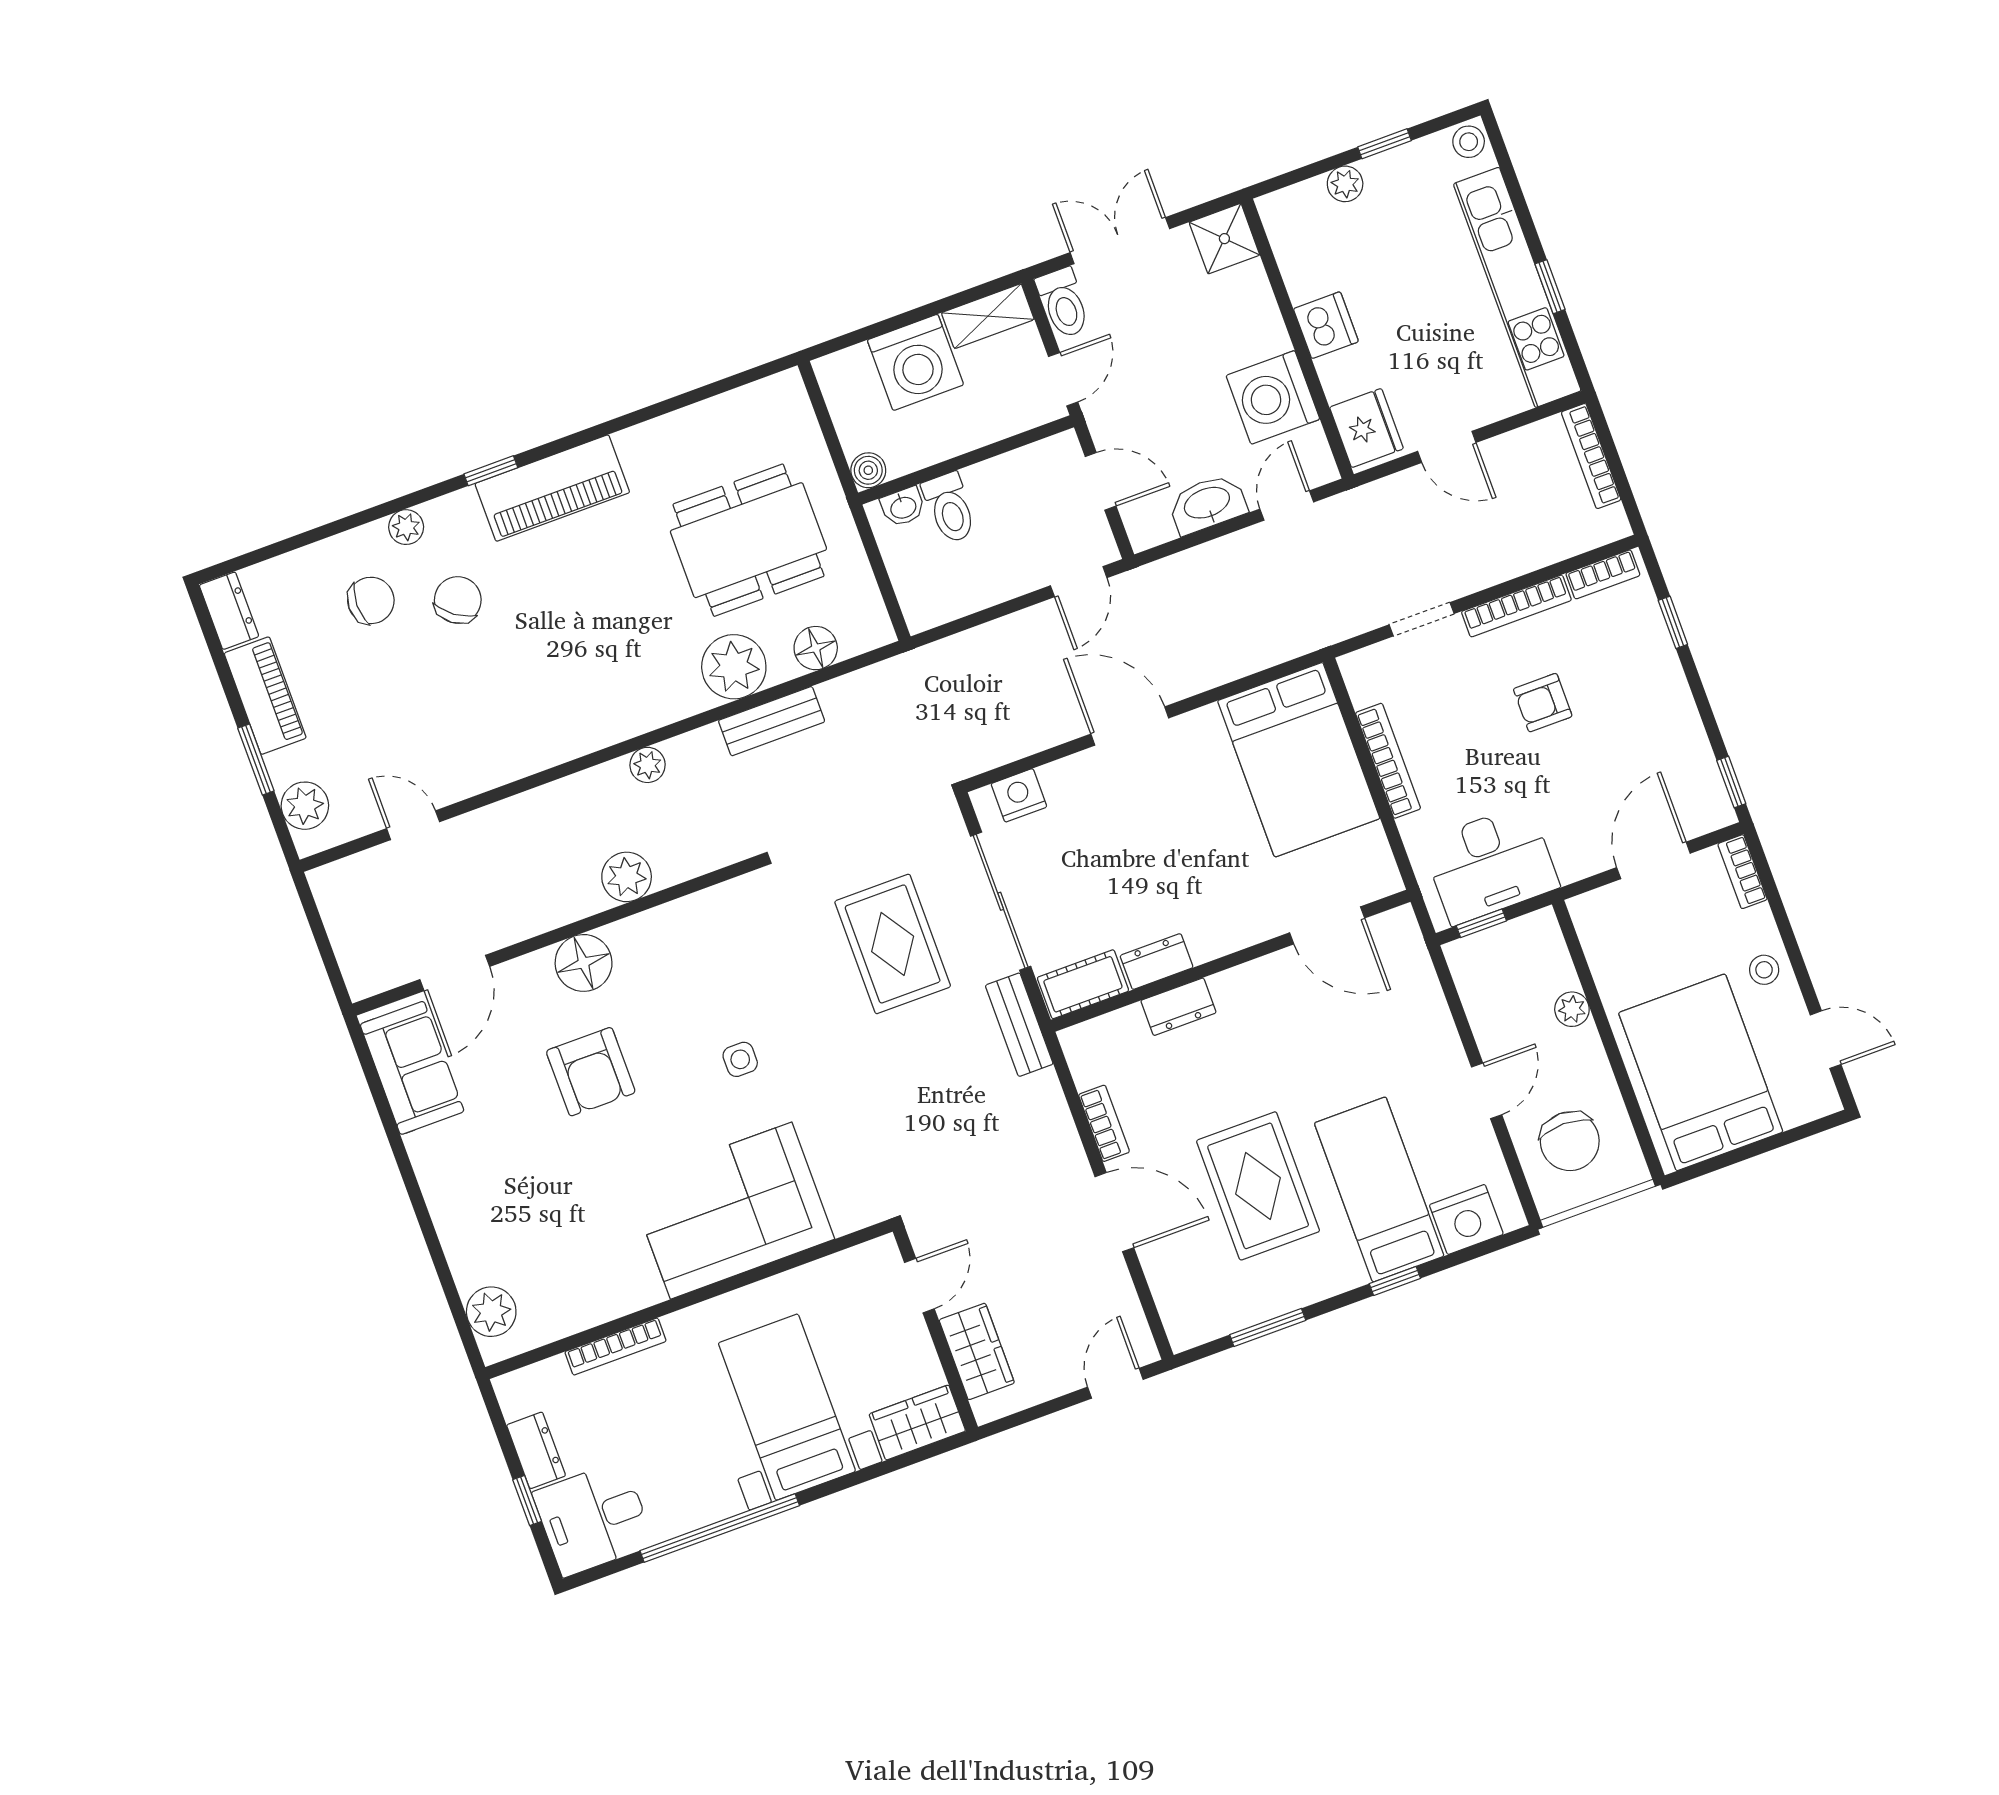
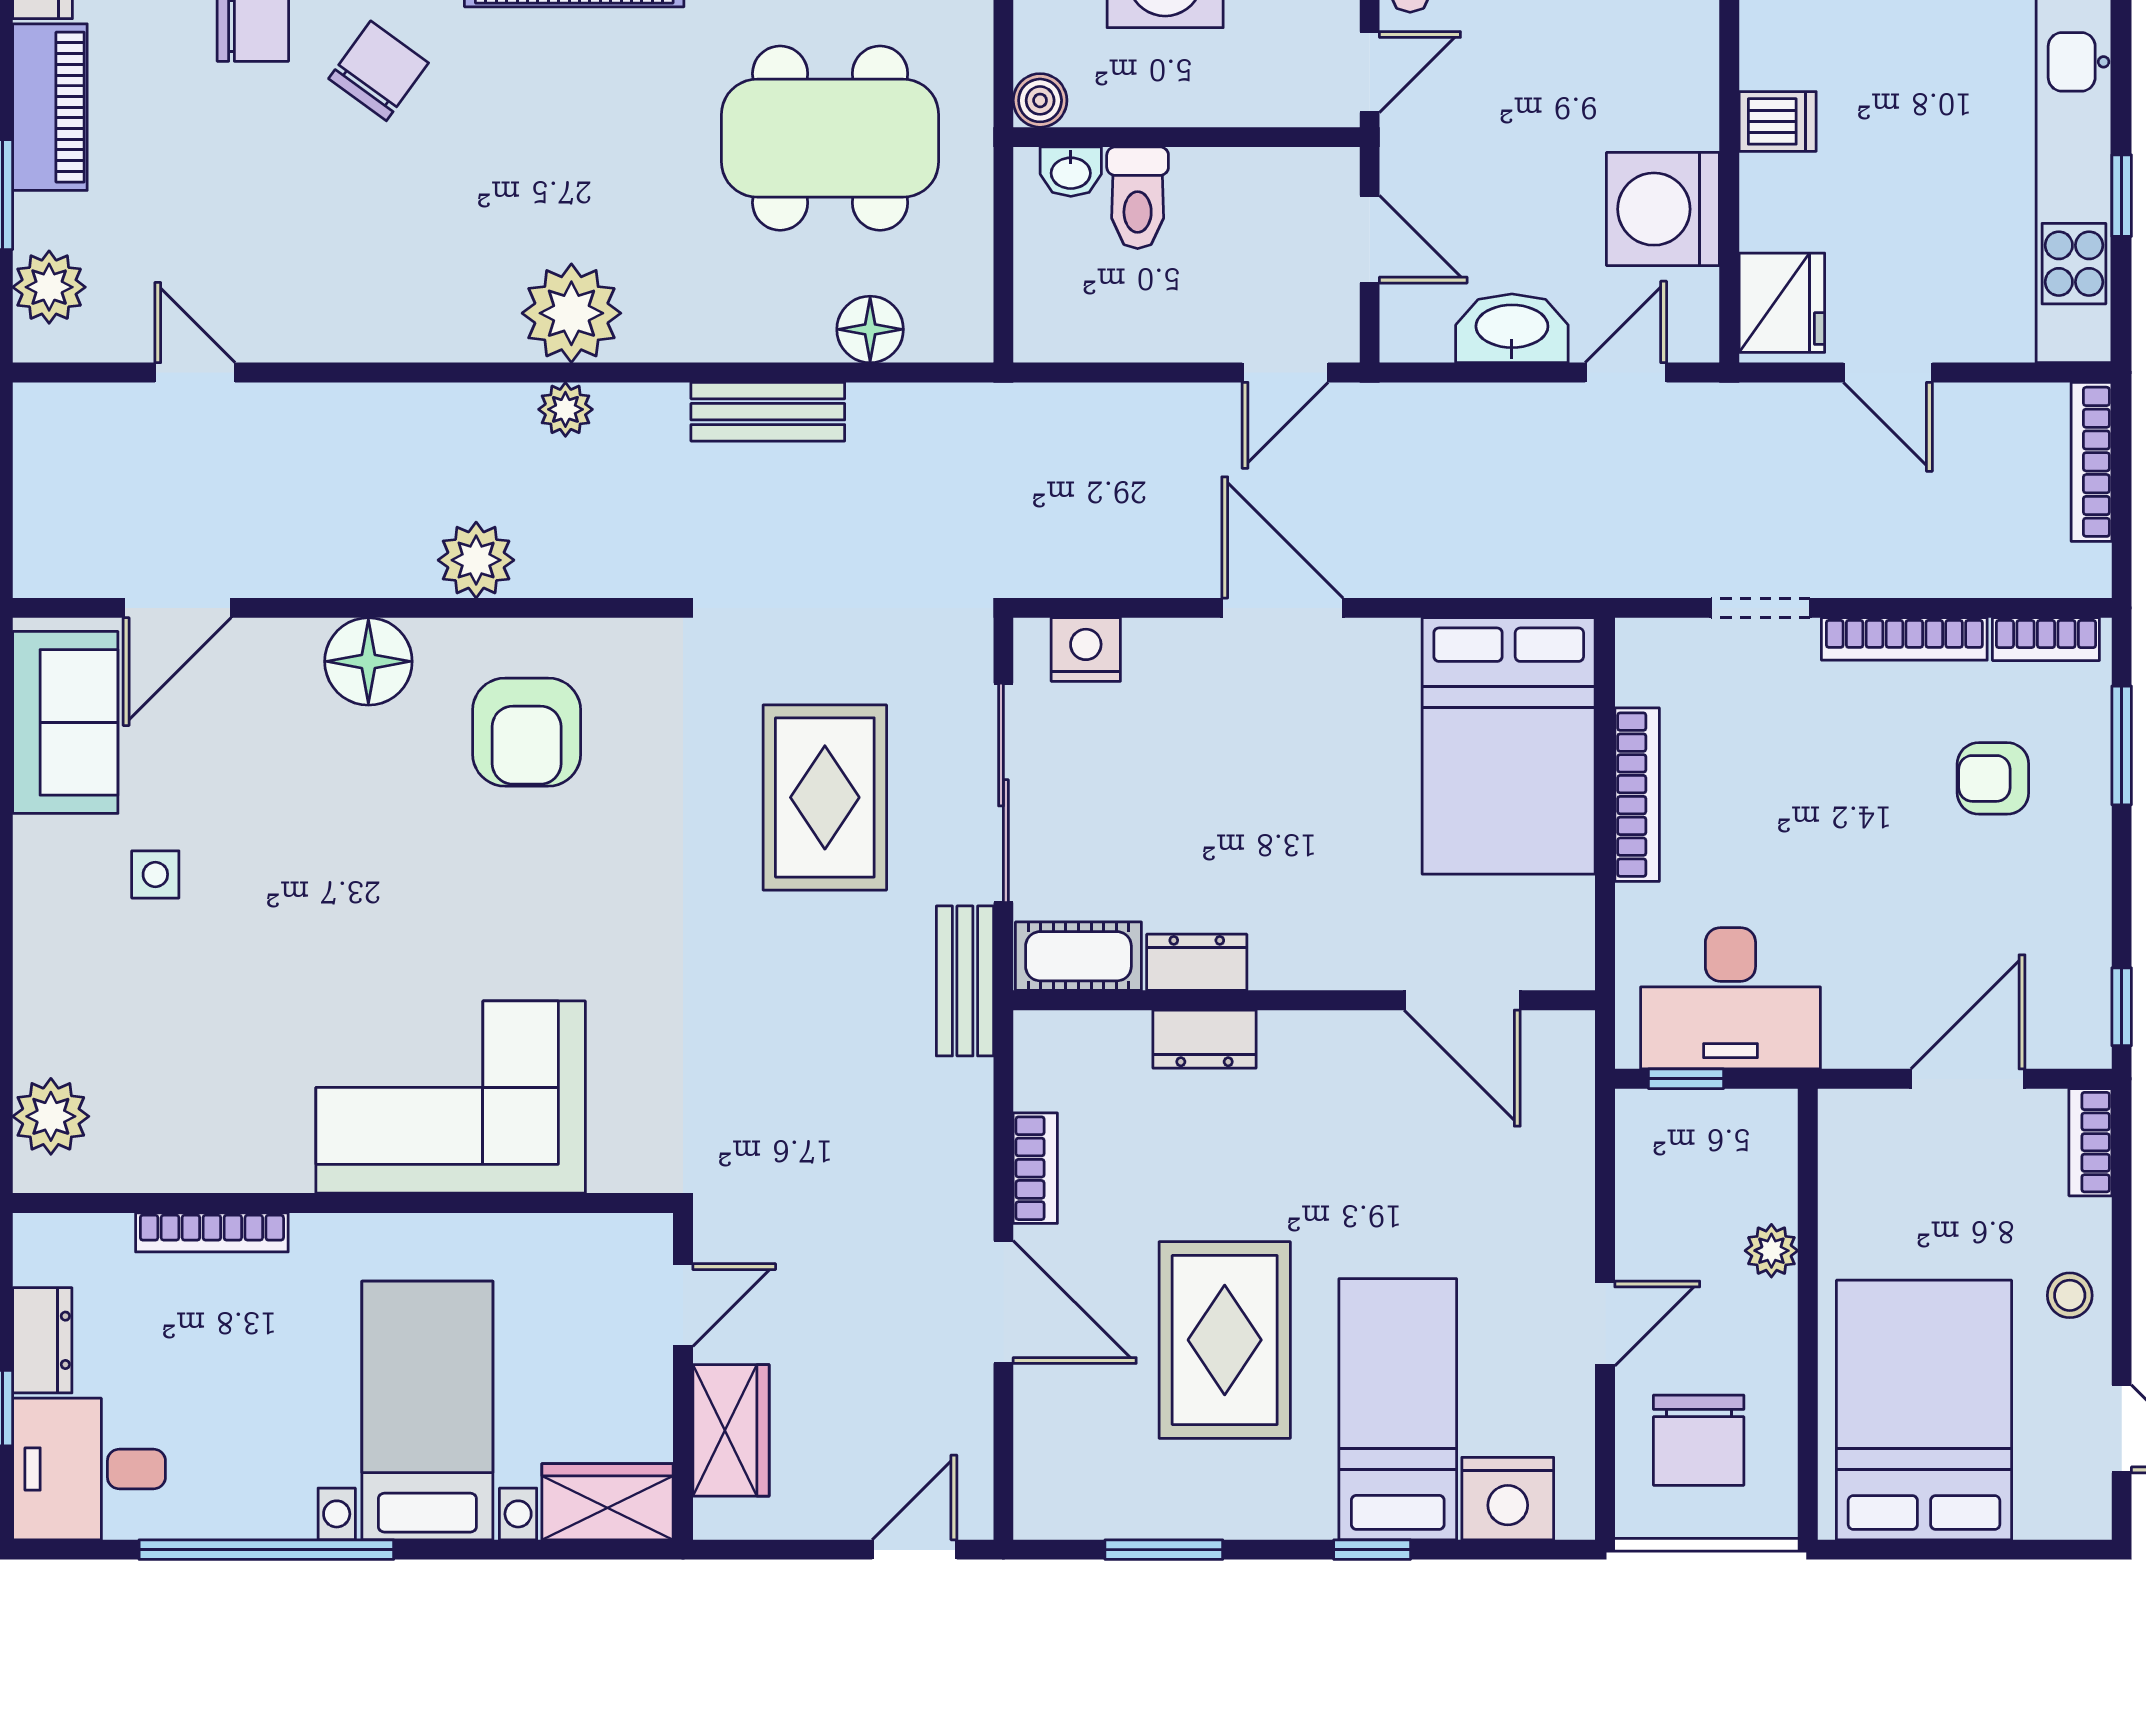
dishwasher: (1326, 325) -> (1778, 121), width x0.73
window: (1673, 622) -> (2122, 745), width x1.50
plant: (734, 667) -> (571, 313), moved
armchair: (1543, 703) -> (1993, 778), moved
side table: (740, 1059) -> (155, 874), moved
armchair: (591, 1072) -> (527, 732), moved

